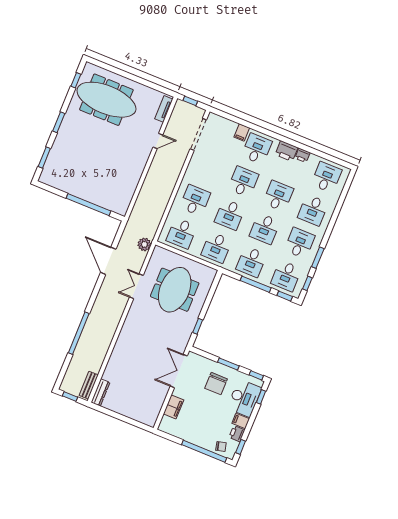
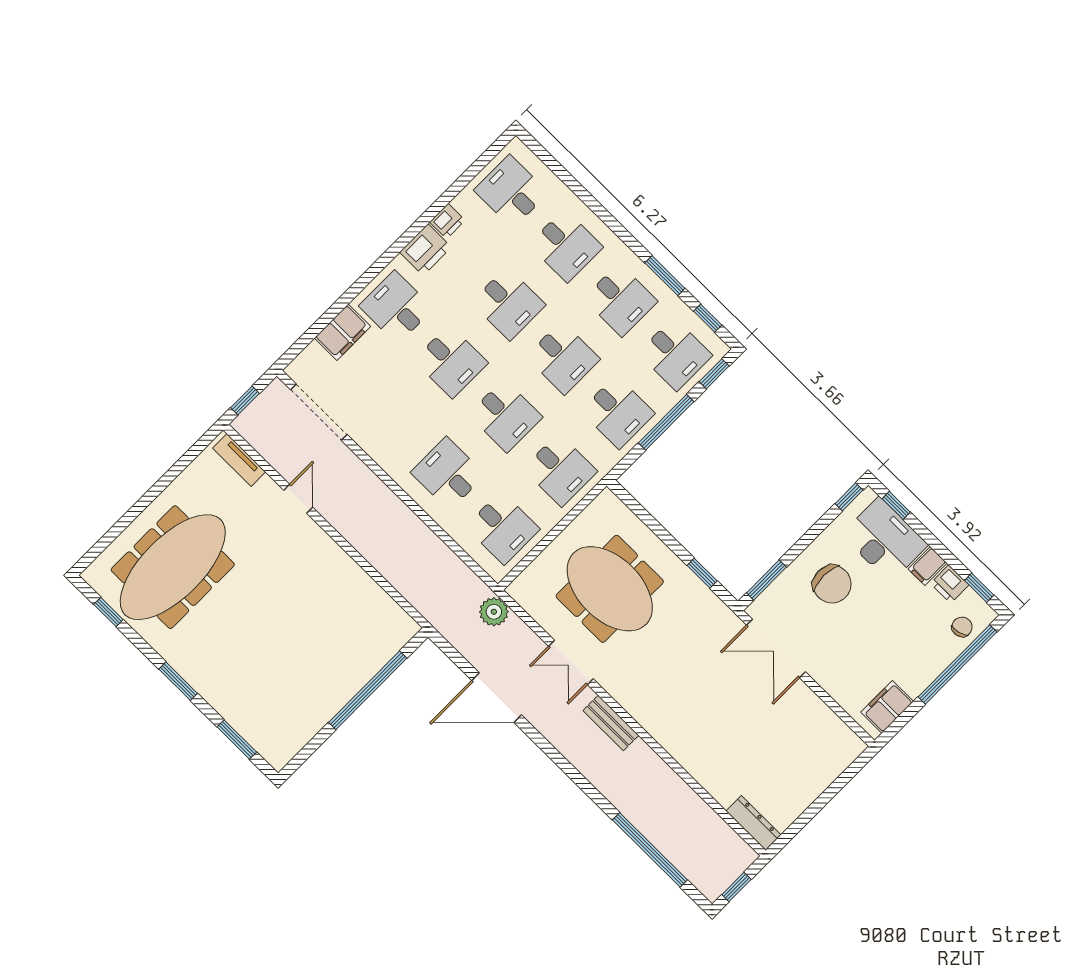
filing cabinet: (242, 132) -> (343, 332), width x2.00
desk: (243, 182) -> (451, 362), turned 180
desk: (278, 196) -> (508, 304), turned 180
desk: (300, 243) -> (620, 300), turned 180
window: (79, 333) -> (650, 850), moved
window: (228, 364) -> (766, 580), moved
bench: (89, 385) -> (611, 723), moved
filing cabinet: (173, 407) -> (887, 707), moved, turned -90

